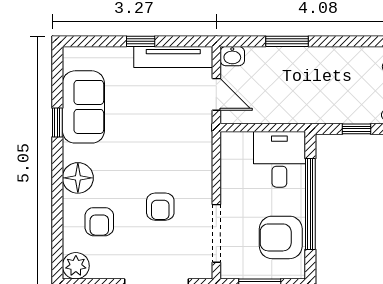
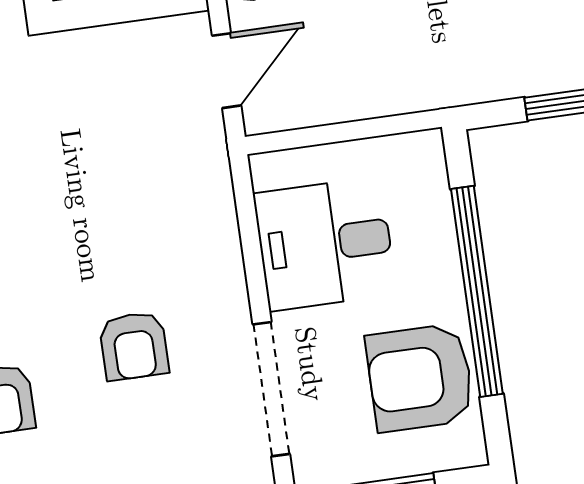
door: (216, 94) -> (227, 71), hinge flipped
desk: (279, 159) -> (325, 244), moved, turned -90

